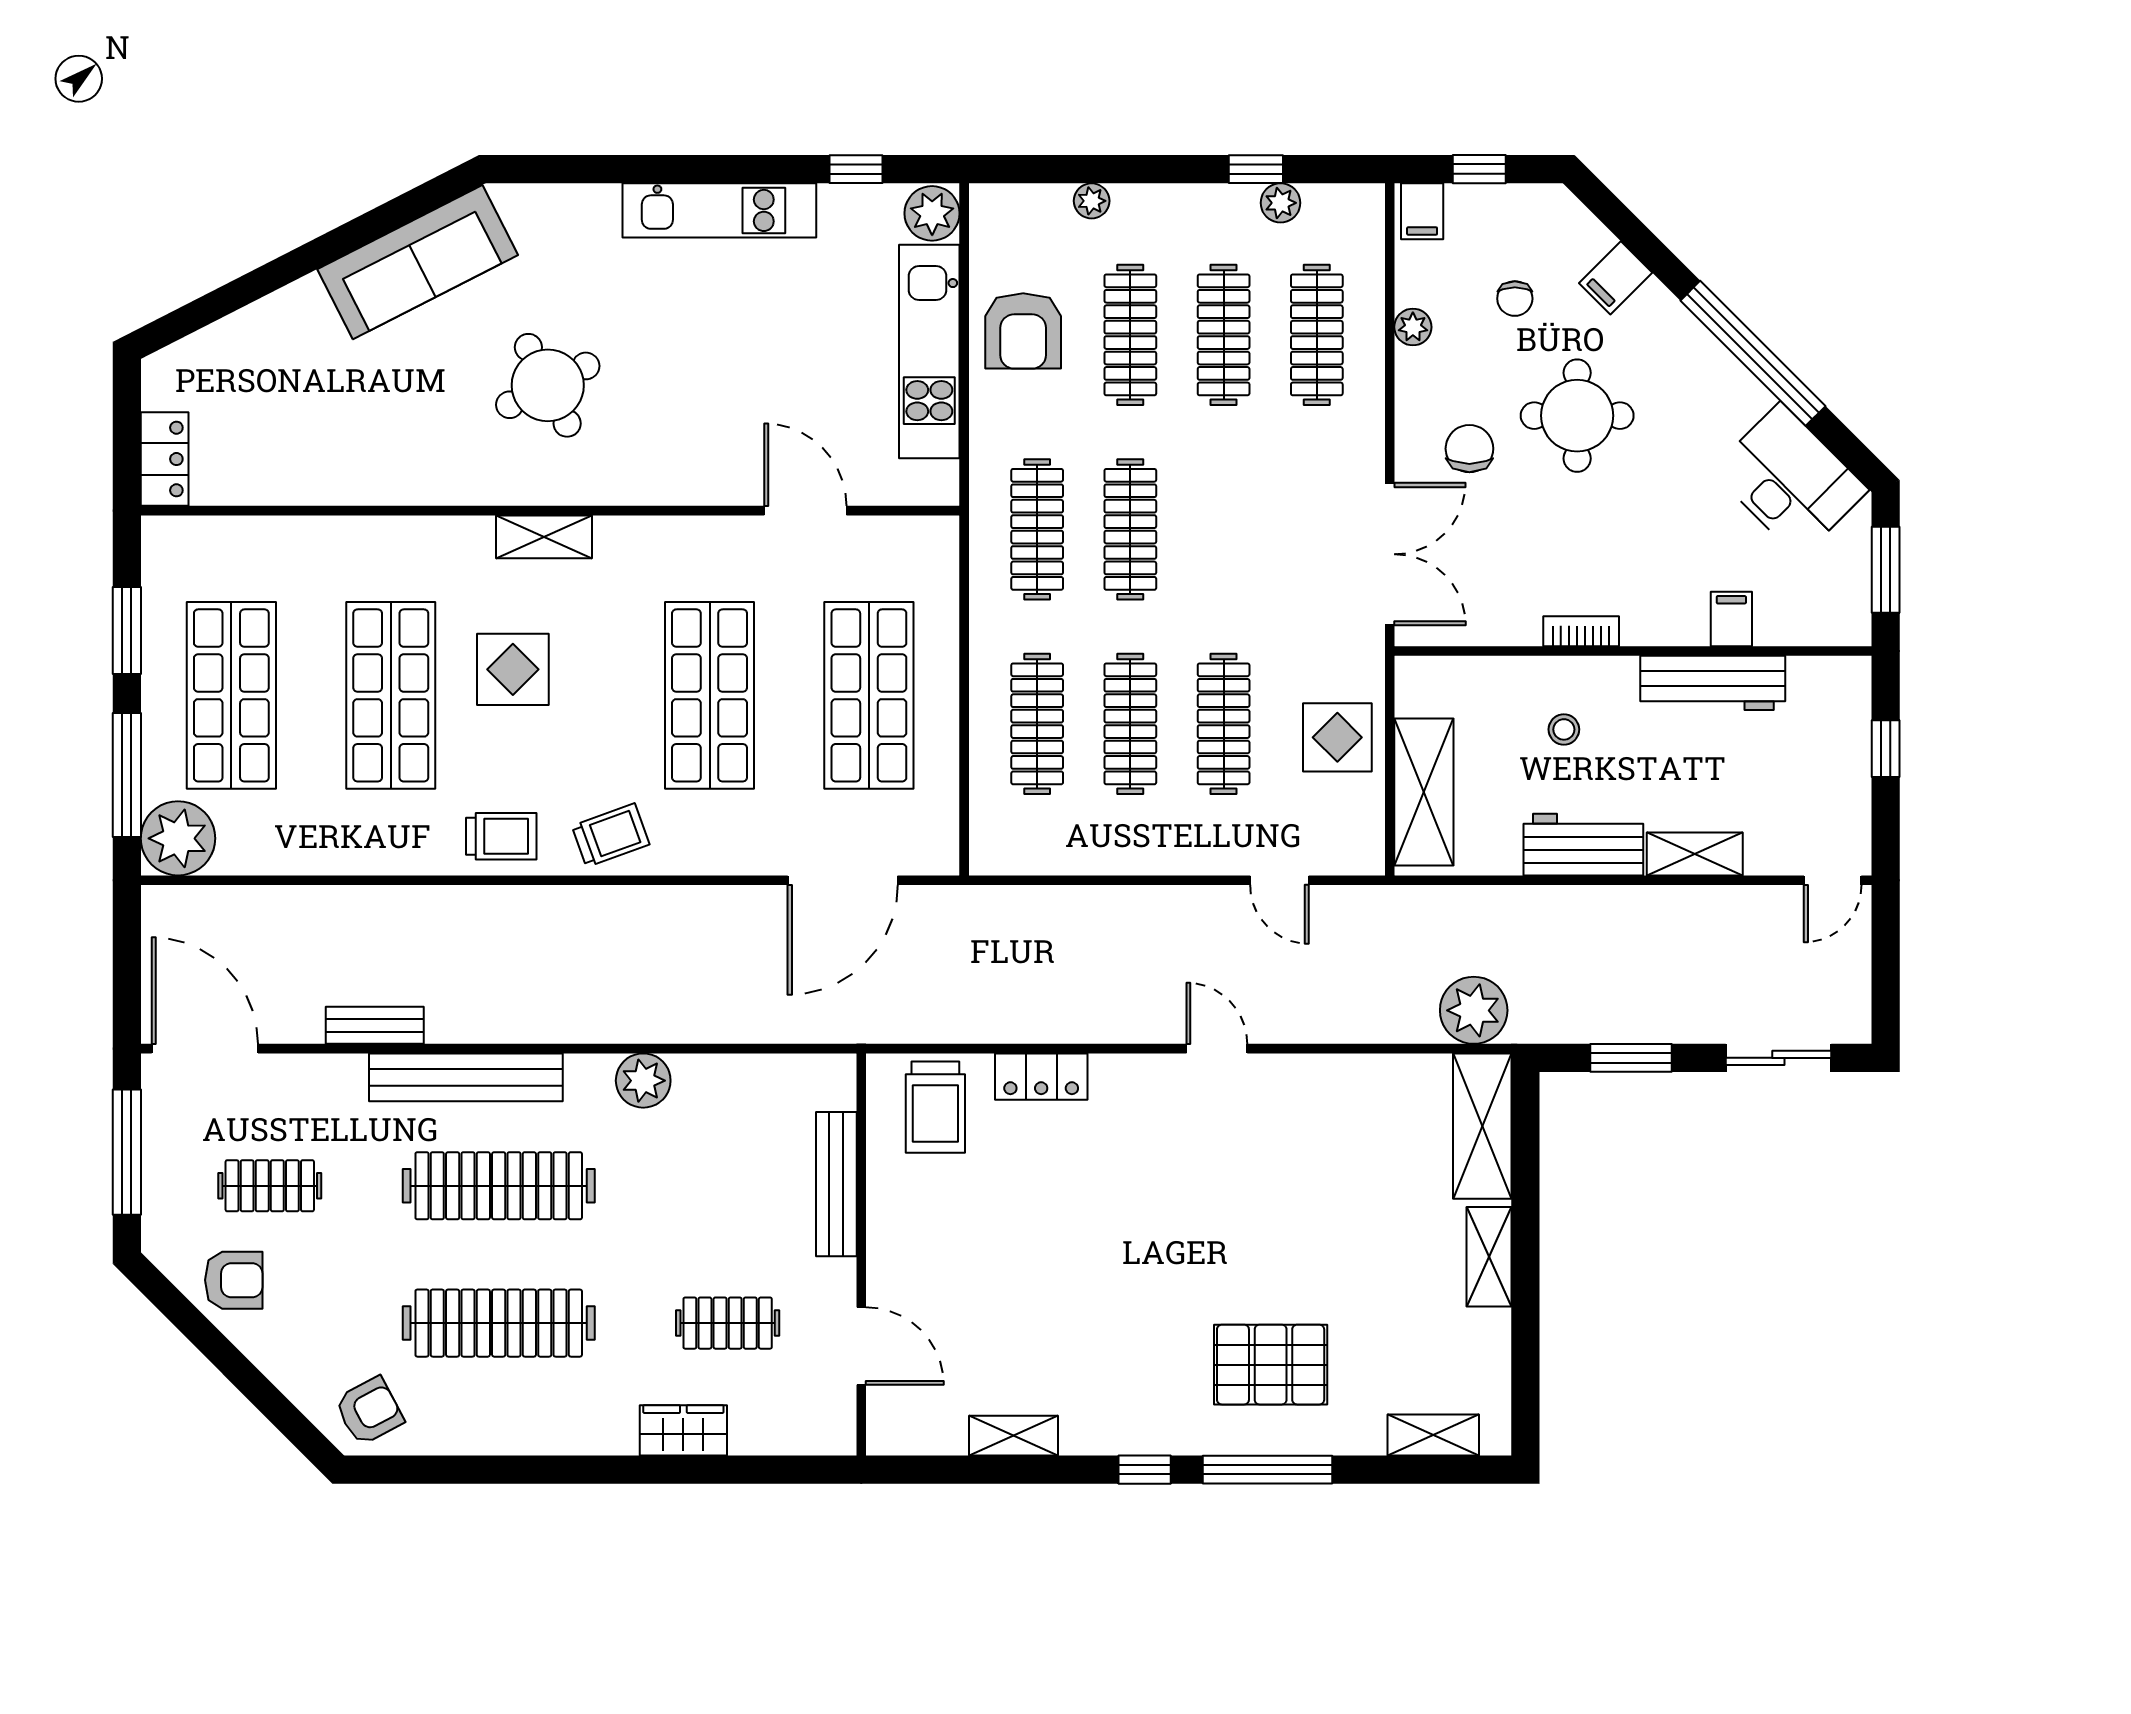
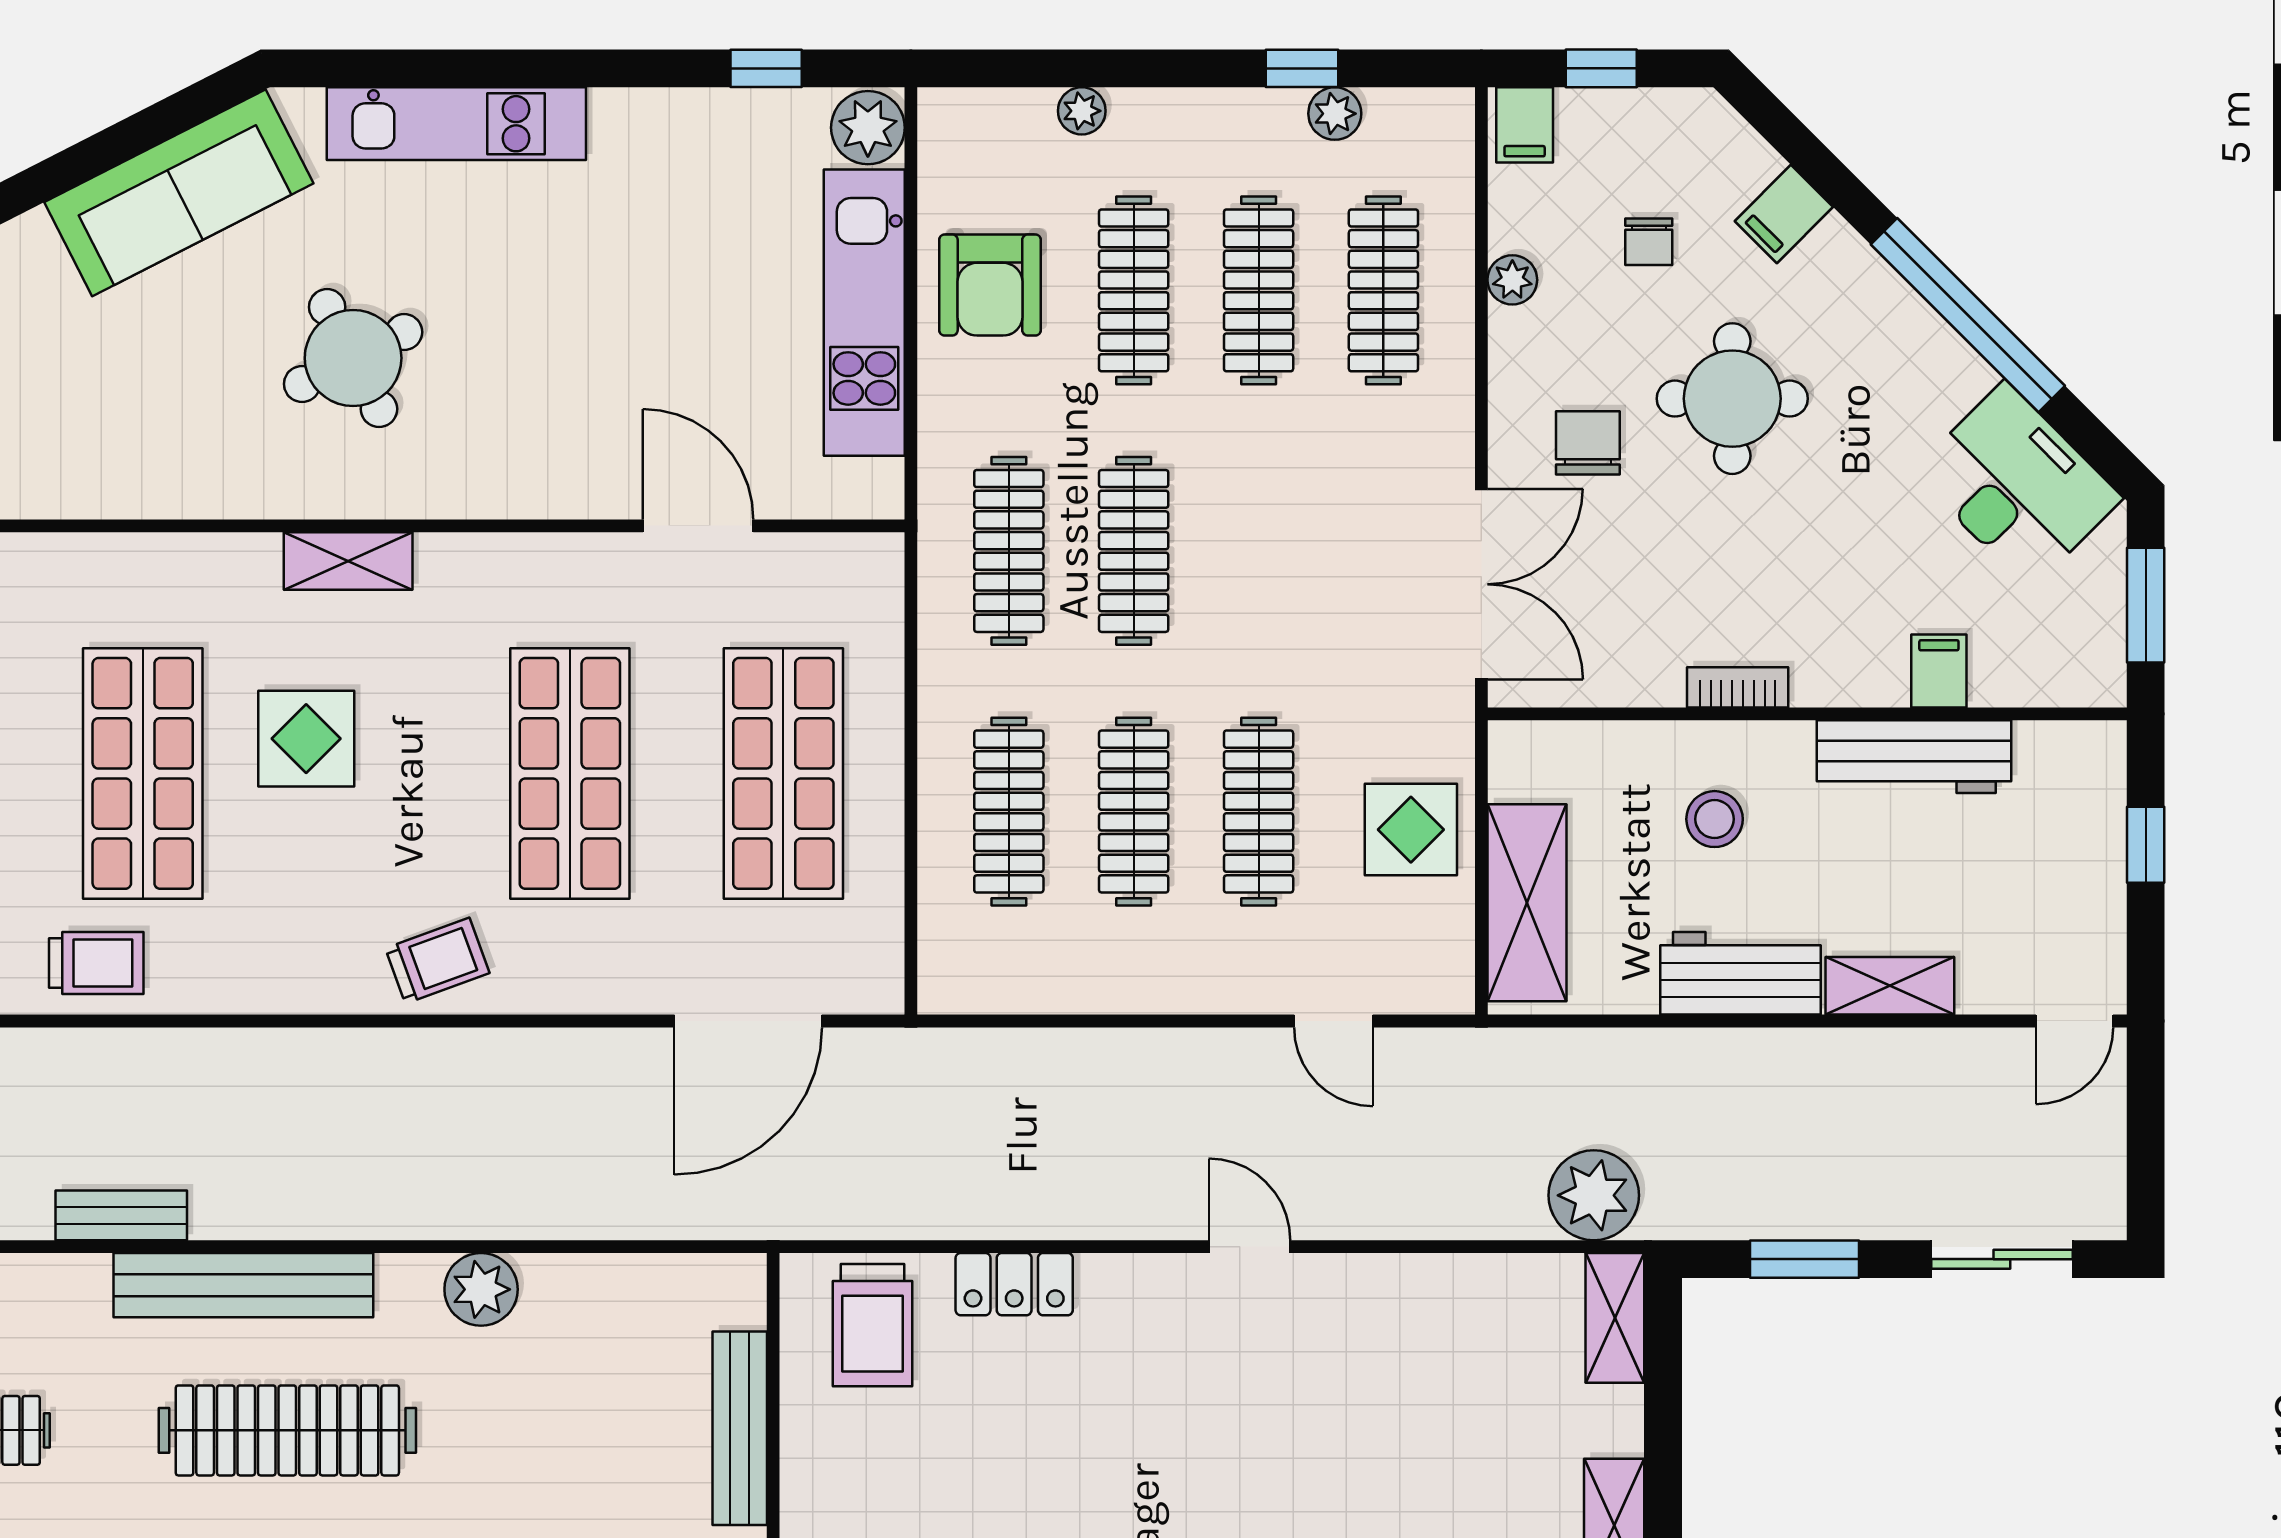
kitchen unit: (719, 210) -> (456, 124), moved
stool: (1564, 729) -> (1715, 819), width x1.37, depth x1.37
trolley: (501, 836) -> (96, 963), moved
shelving: (1482, 1126) -> (1615, 1318), width x0.67, depth x0.75

